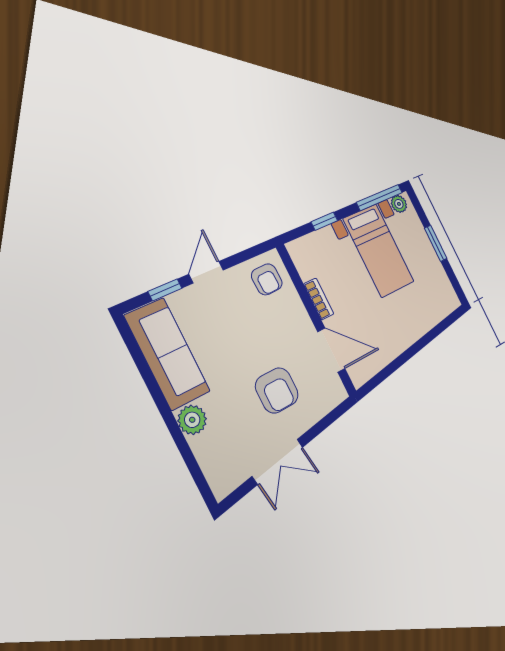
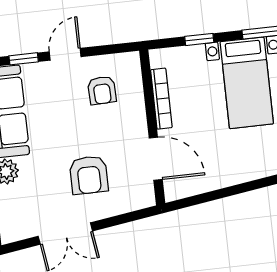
armchair: (267, 279) -> (102, 90), moved
bookcase: (319, 299) -> (161, 99), width x1.56

